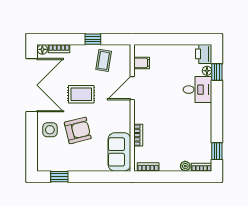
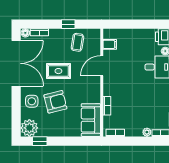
plant: (47, 161) -> (29, 128), added

